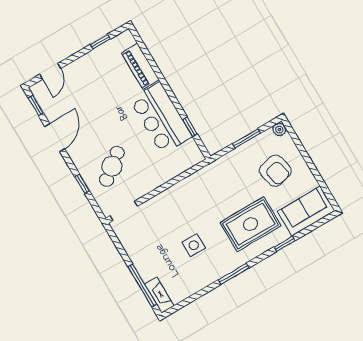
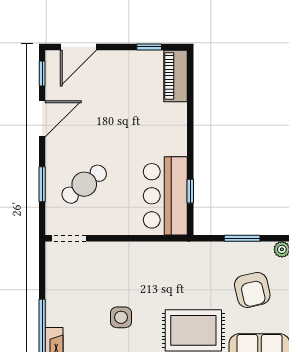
piano: (140, 66) -> (176, 76), moved
door: (50, 71) -> (78, 47), width x1.38
bar counter: (161, 118) -> (165, 196), moved
window: (82, 184) -> (42, 184), width x1.50

